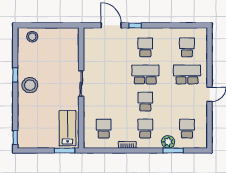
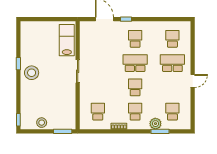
stool: (32, 37) -> (42, 123), moved
lab bench: (67, 128) -> (67, 40), moved

